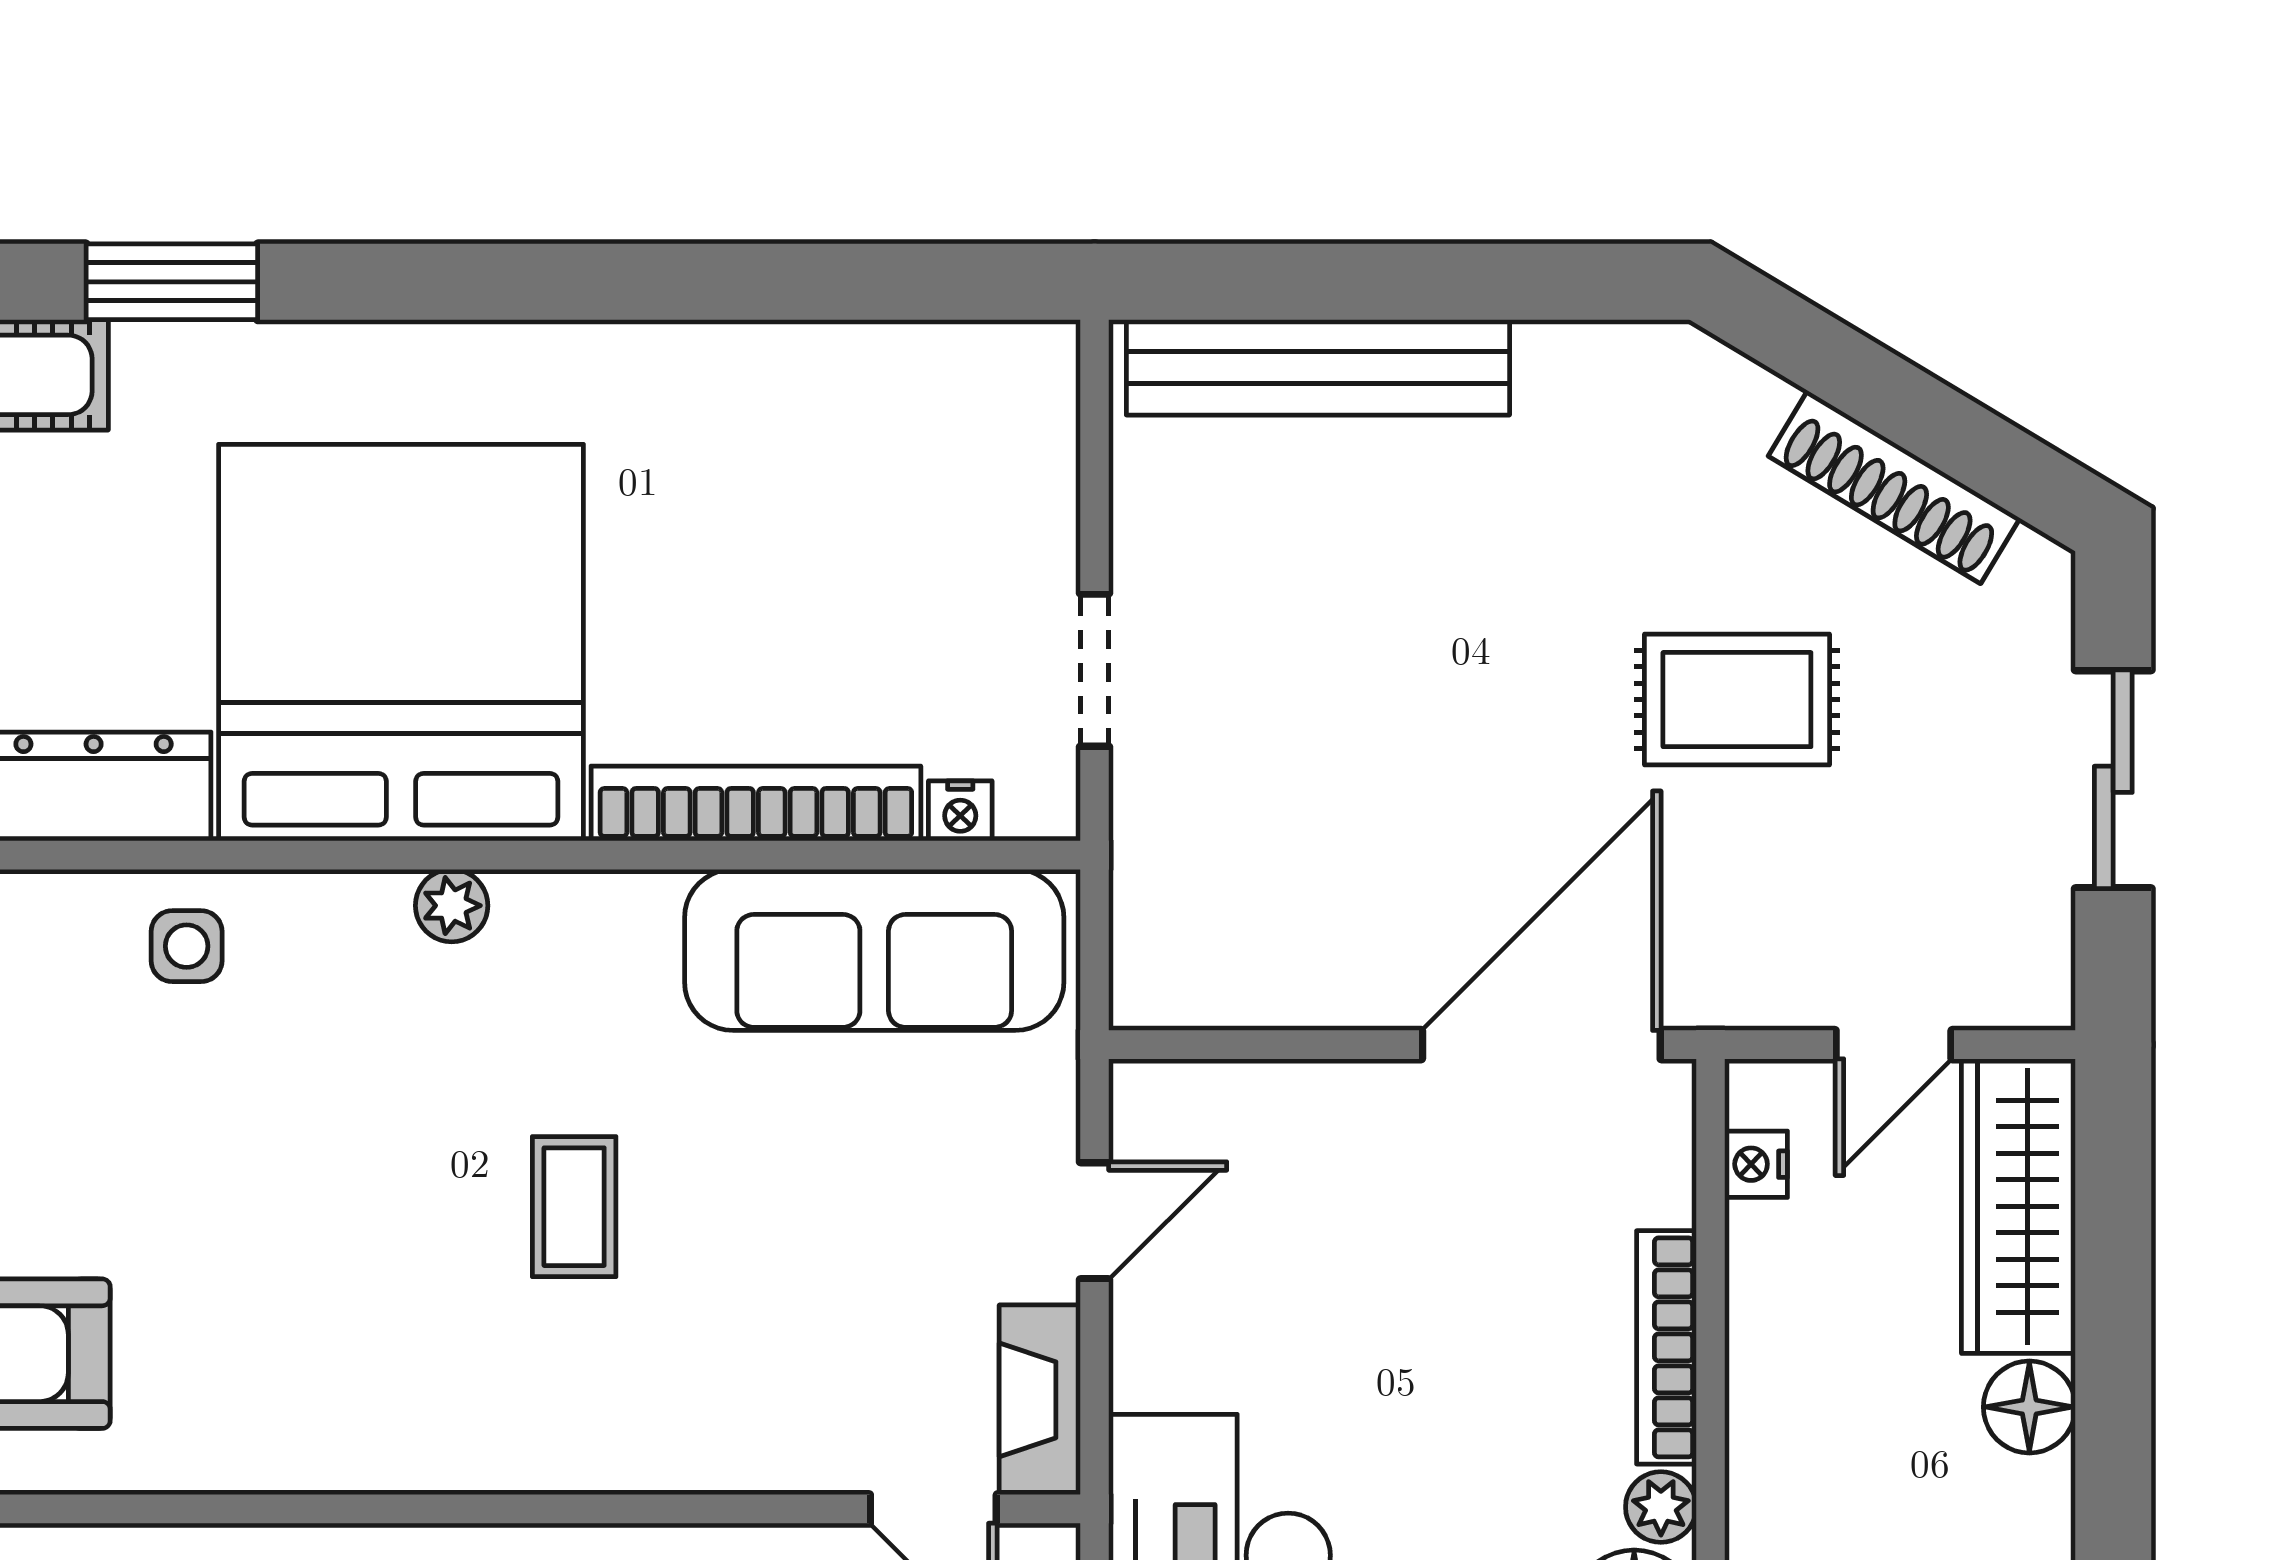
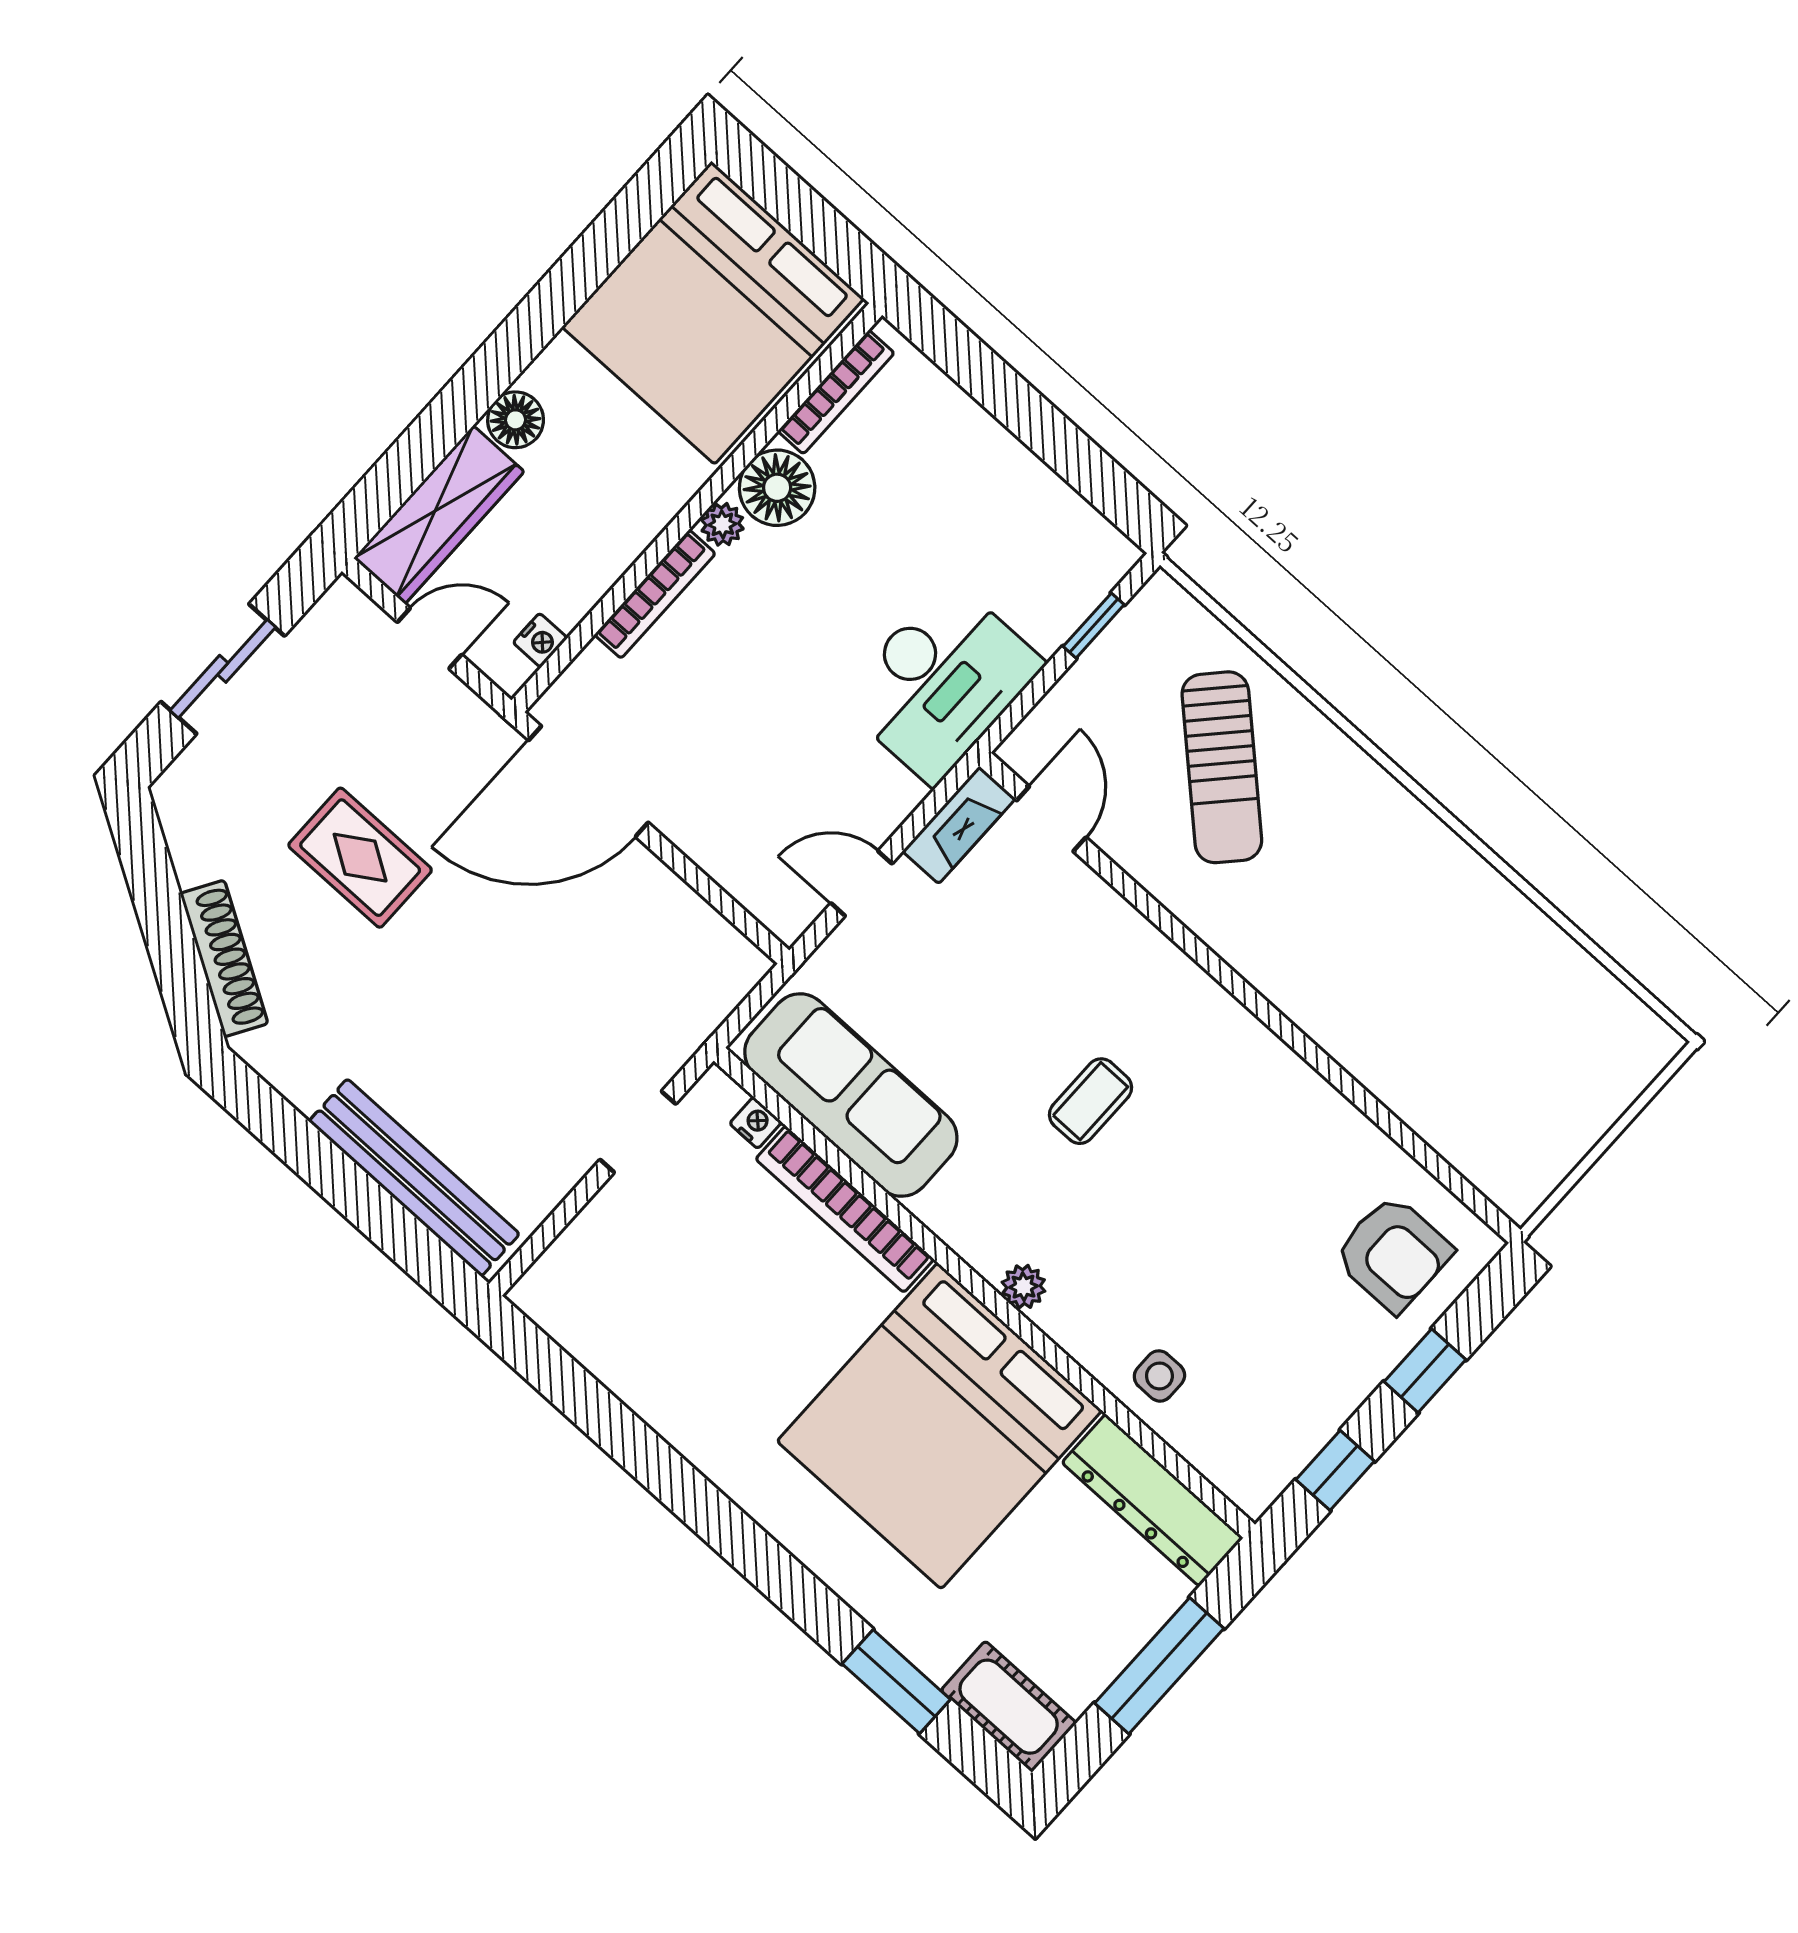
shoe rack: (1894, 487) -> (224, 958), moved

